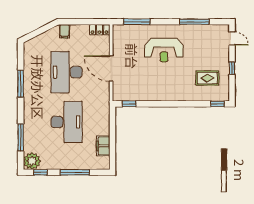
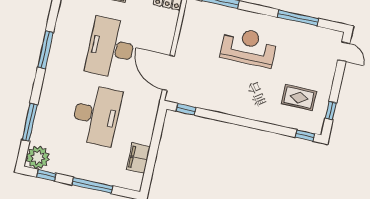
reception desk: (164, 50) -> (249, 47), turned 180
window: (232, 68) -> (331, 111), moved
door: (111, 69) -> (168, 73), moved

